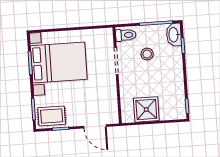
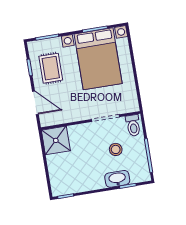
washbasin: (174, 35) -> (117, 179), moved
shower: (146, 109) -> (56, 140), moved
rug: (52, 116) -> (51, 68), moved
door: (95, 126) -> (35, 103), swing flipped

